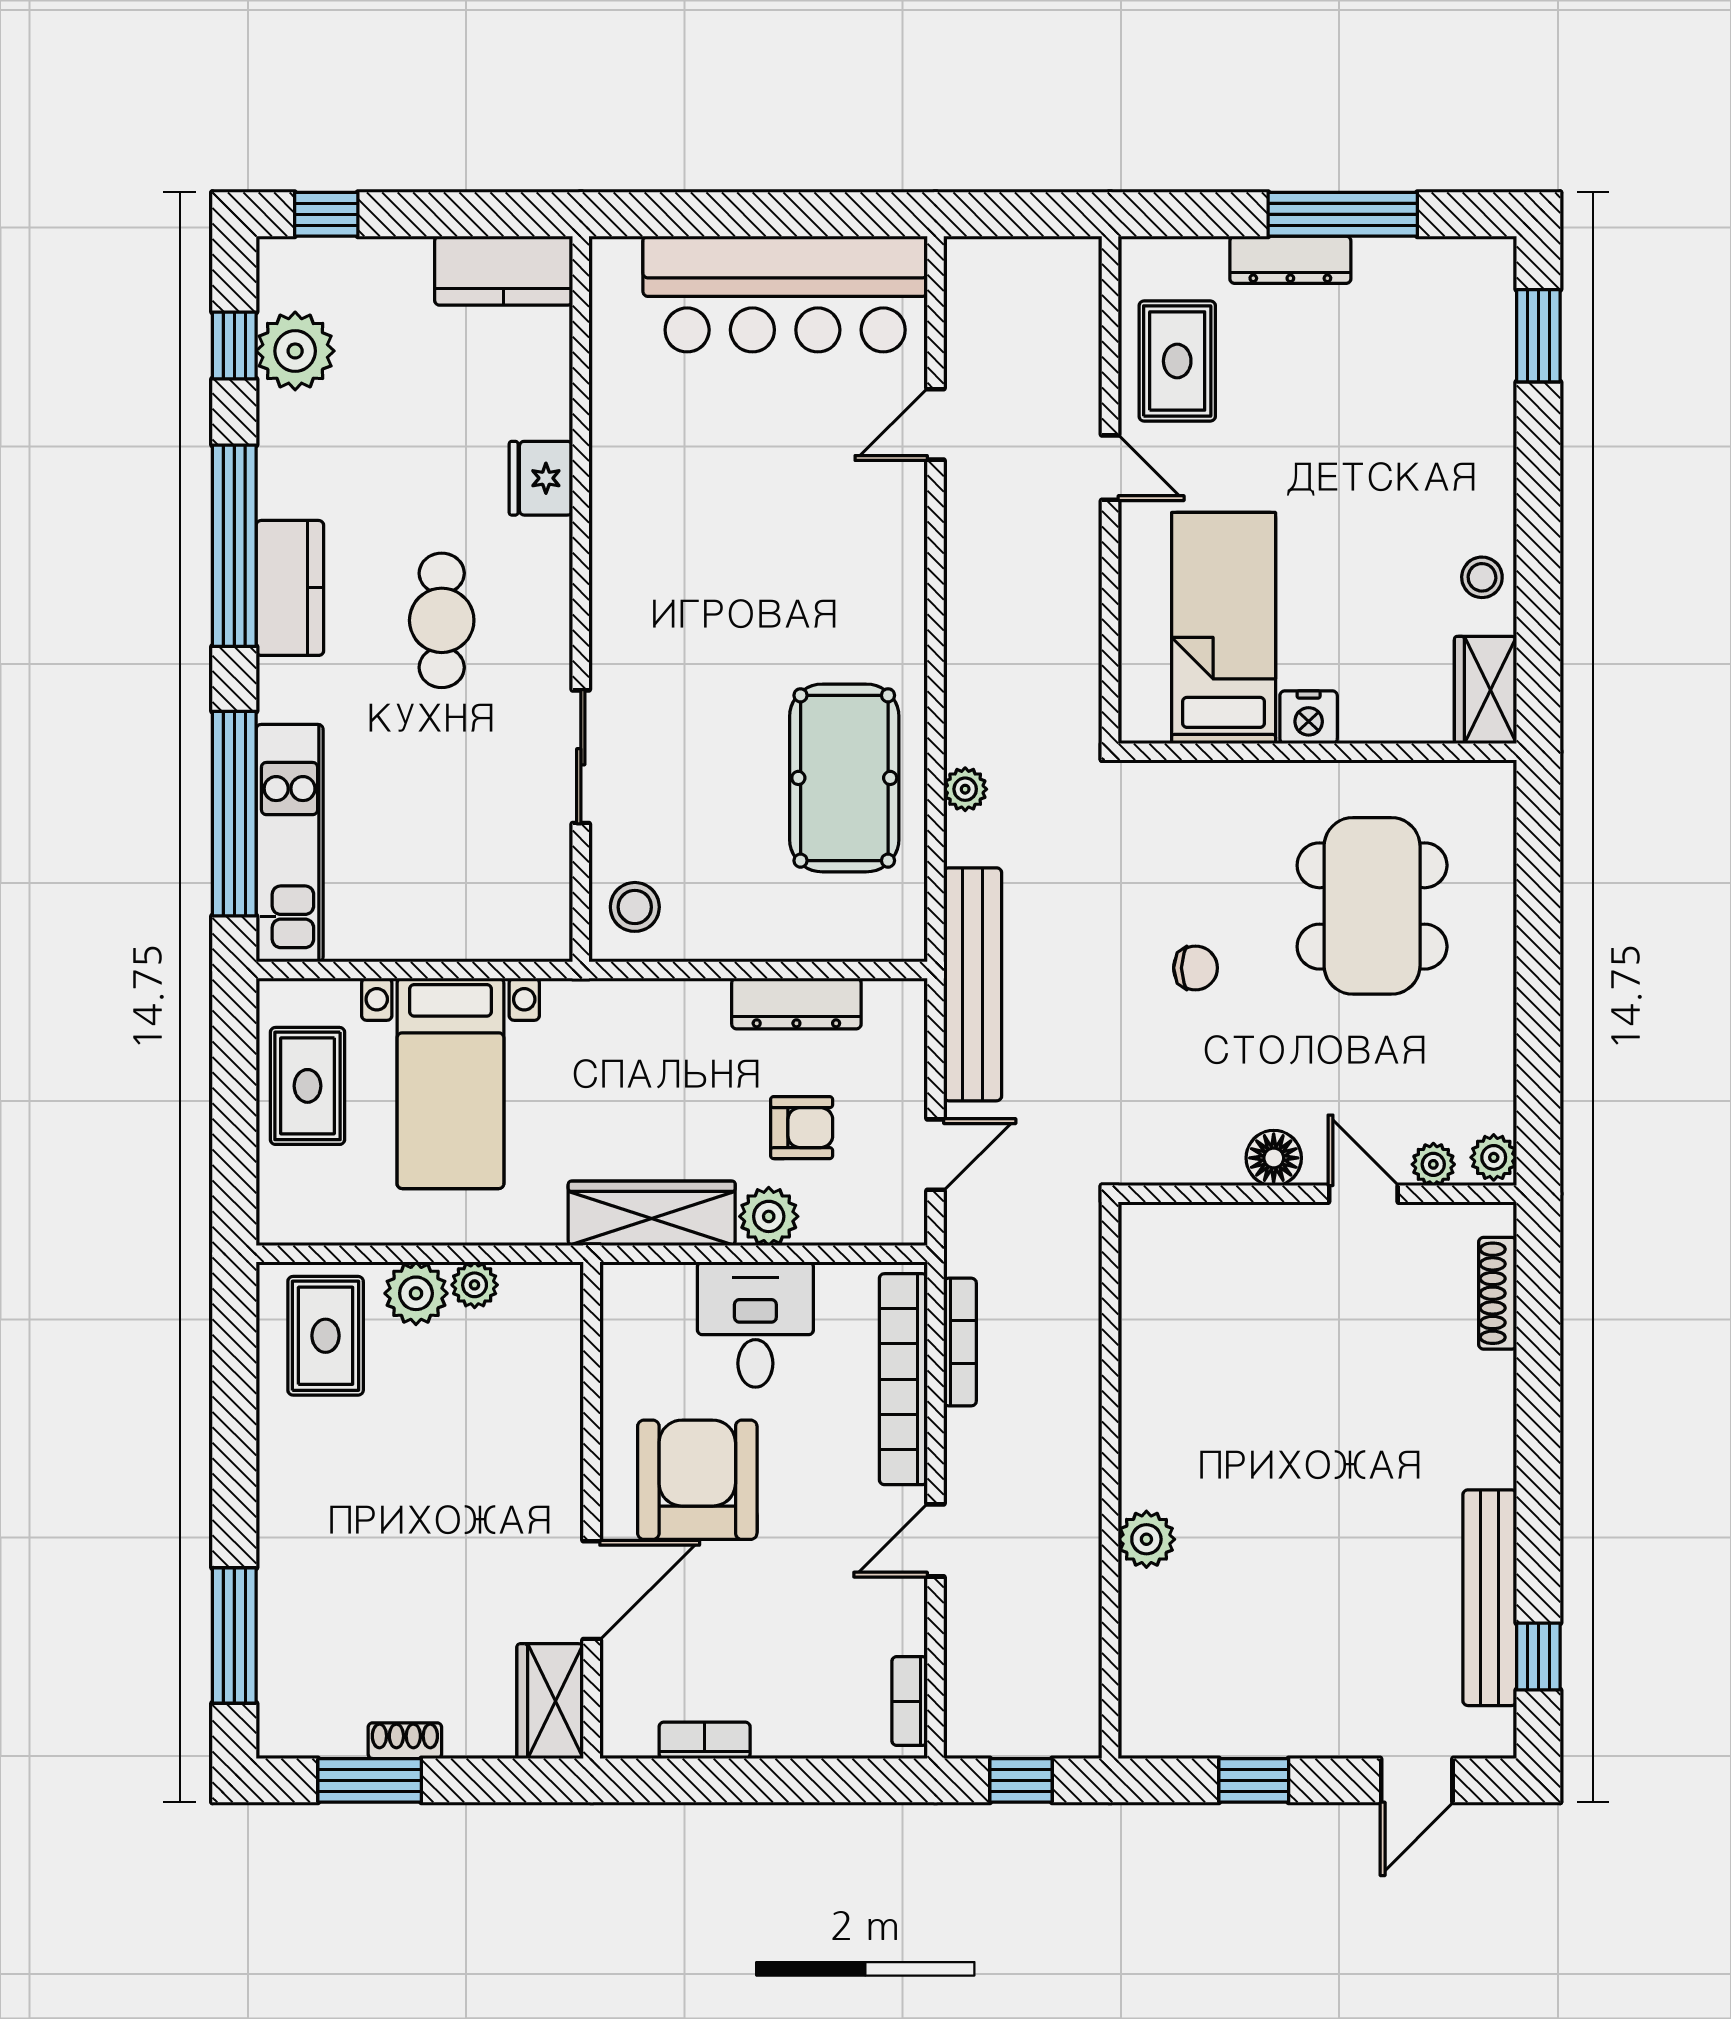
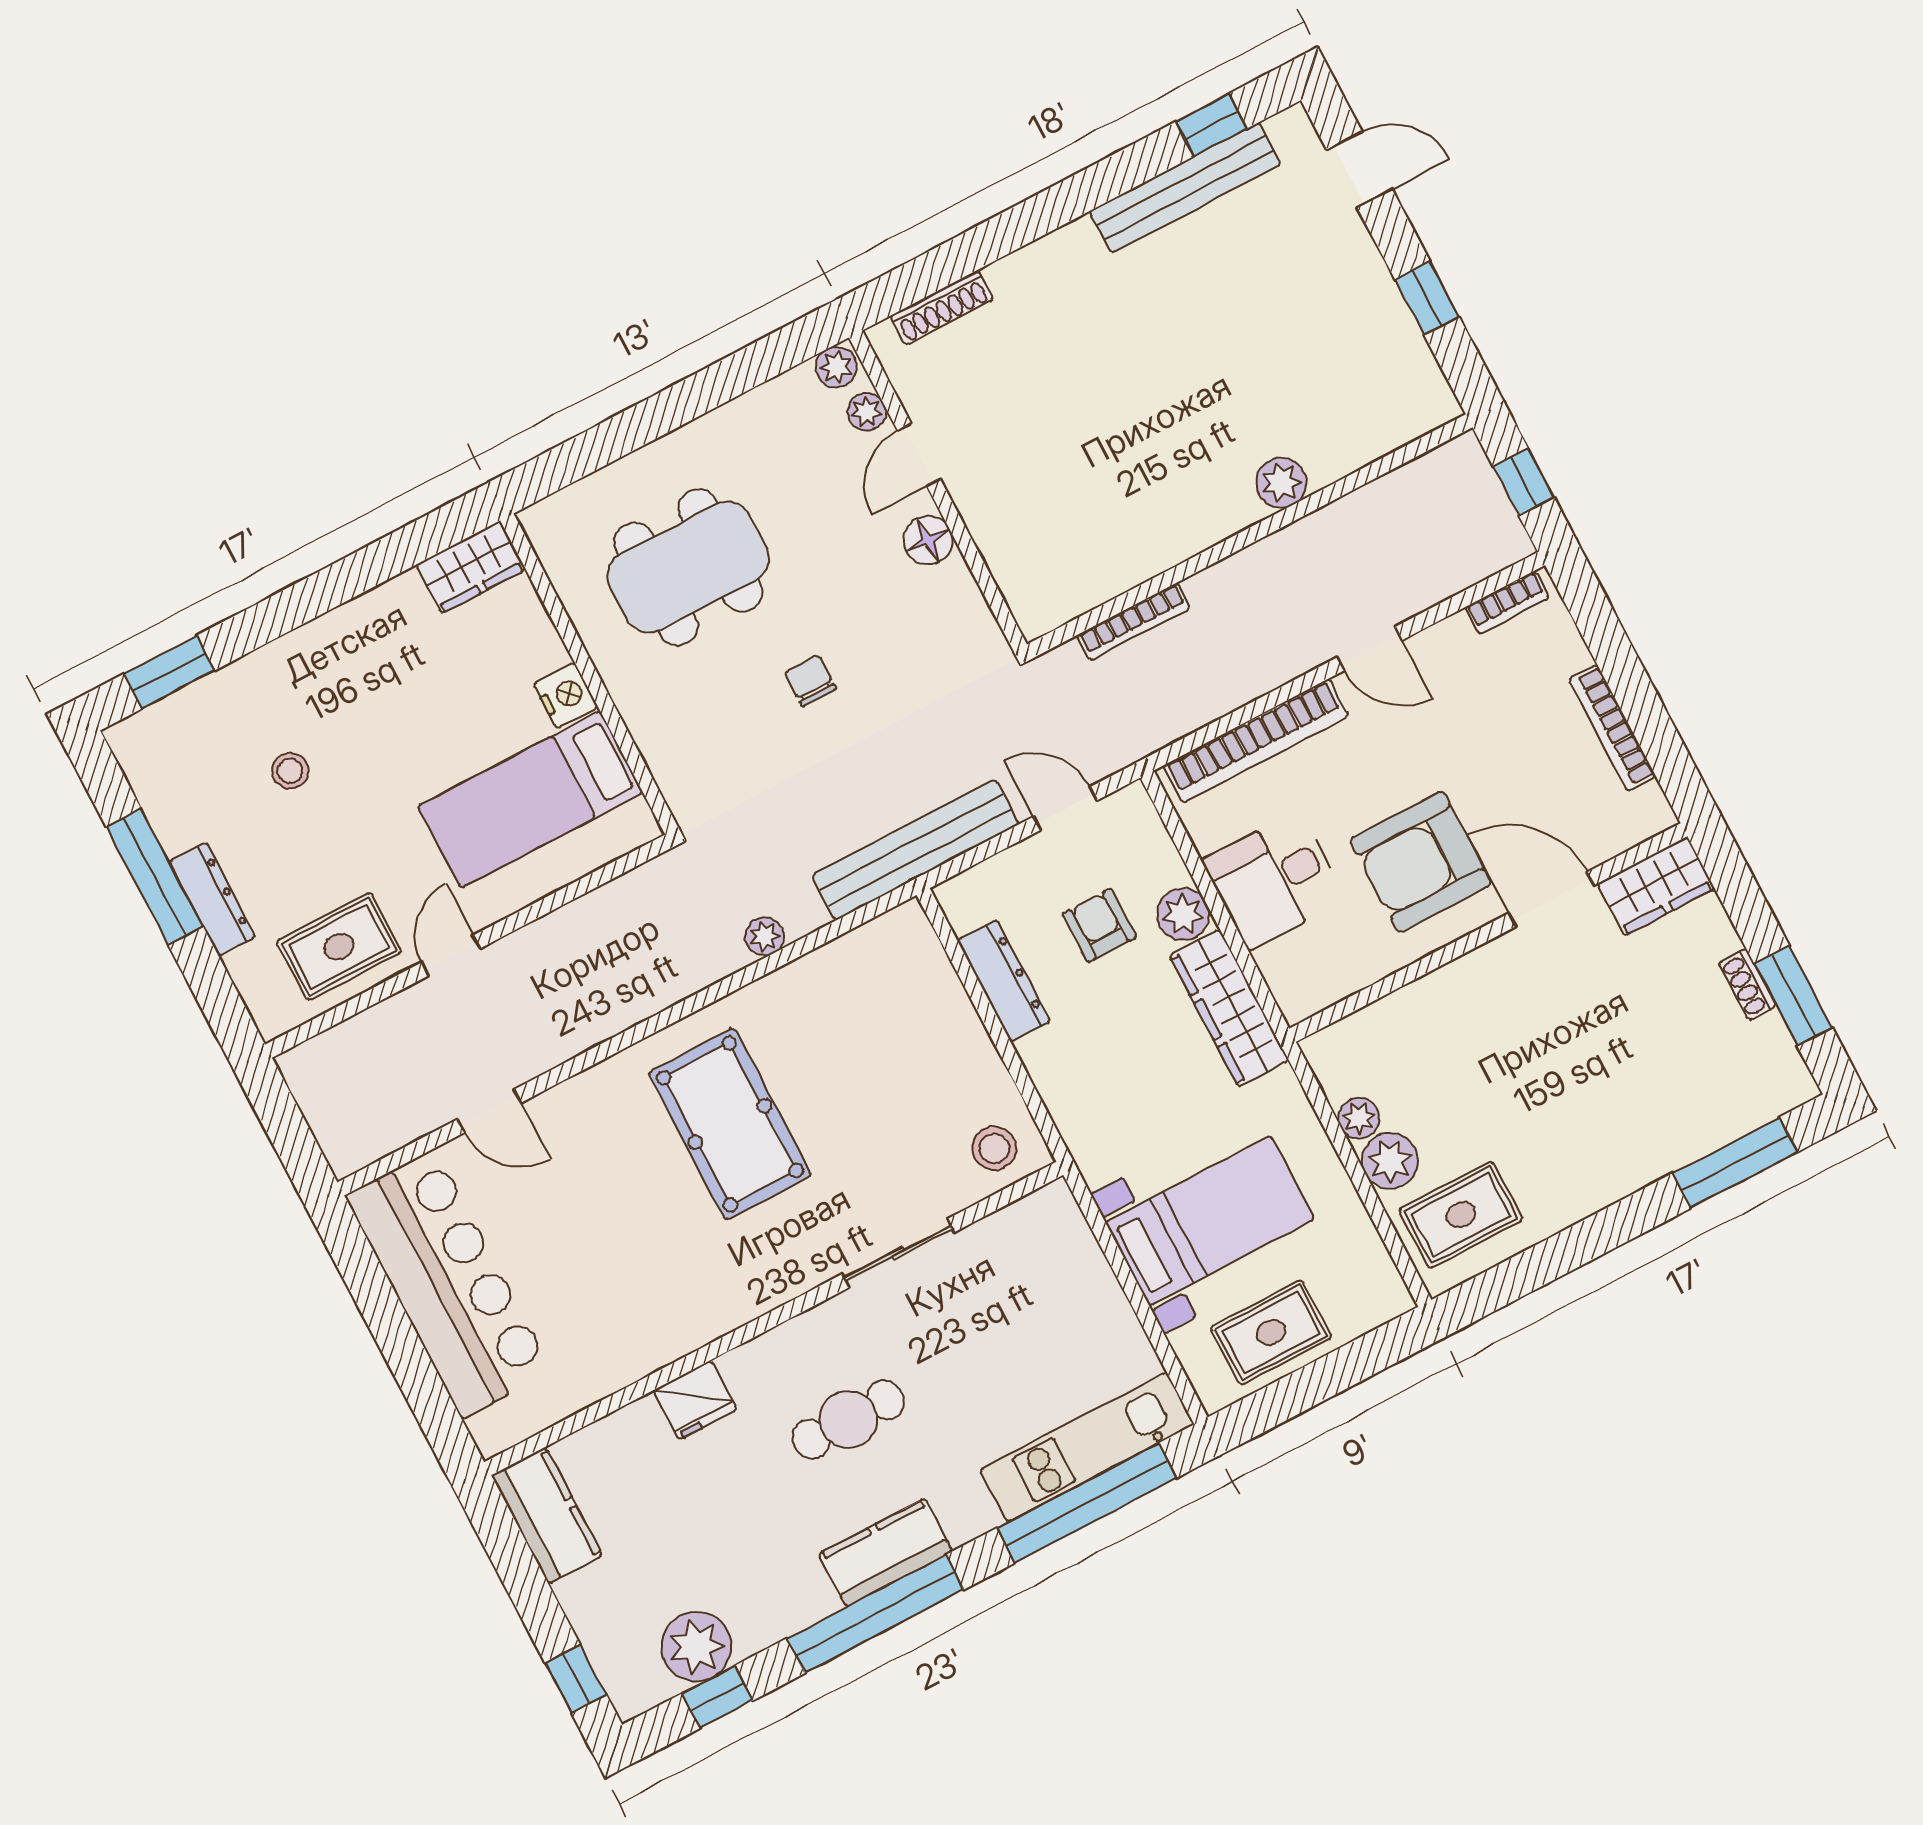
stool: (1482, 577) -> (290, 771), moved
pool table: (844, 778) -> (730, 1124), moved, turned 90
bookcase: (960, 1342) -> (1134, 622), moved, turned 180
bookcase: (705, 1740) -> (1612, 728), width x1.56

